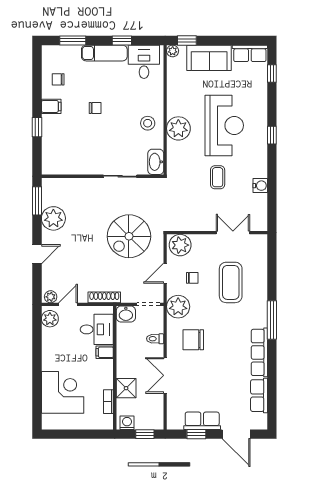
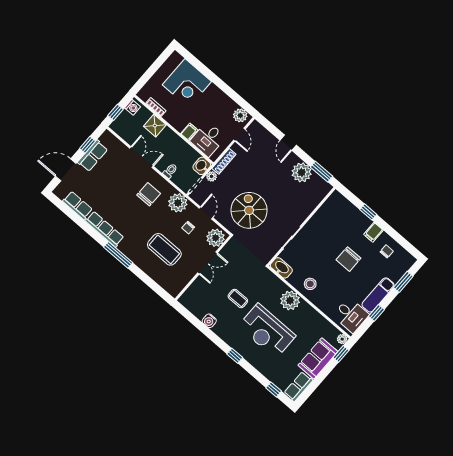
chair: (95, 108) -> (348, 259), width x1.87, depth x1.87
double door: (233, 233) -> (207, 263), moved
plant: (51, 297) -> (212, 176), moved

